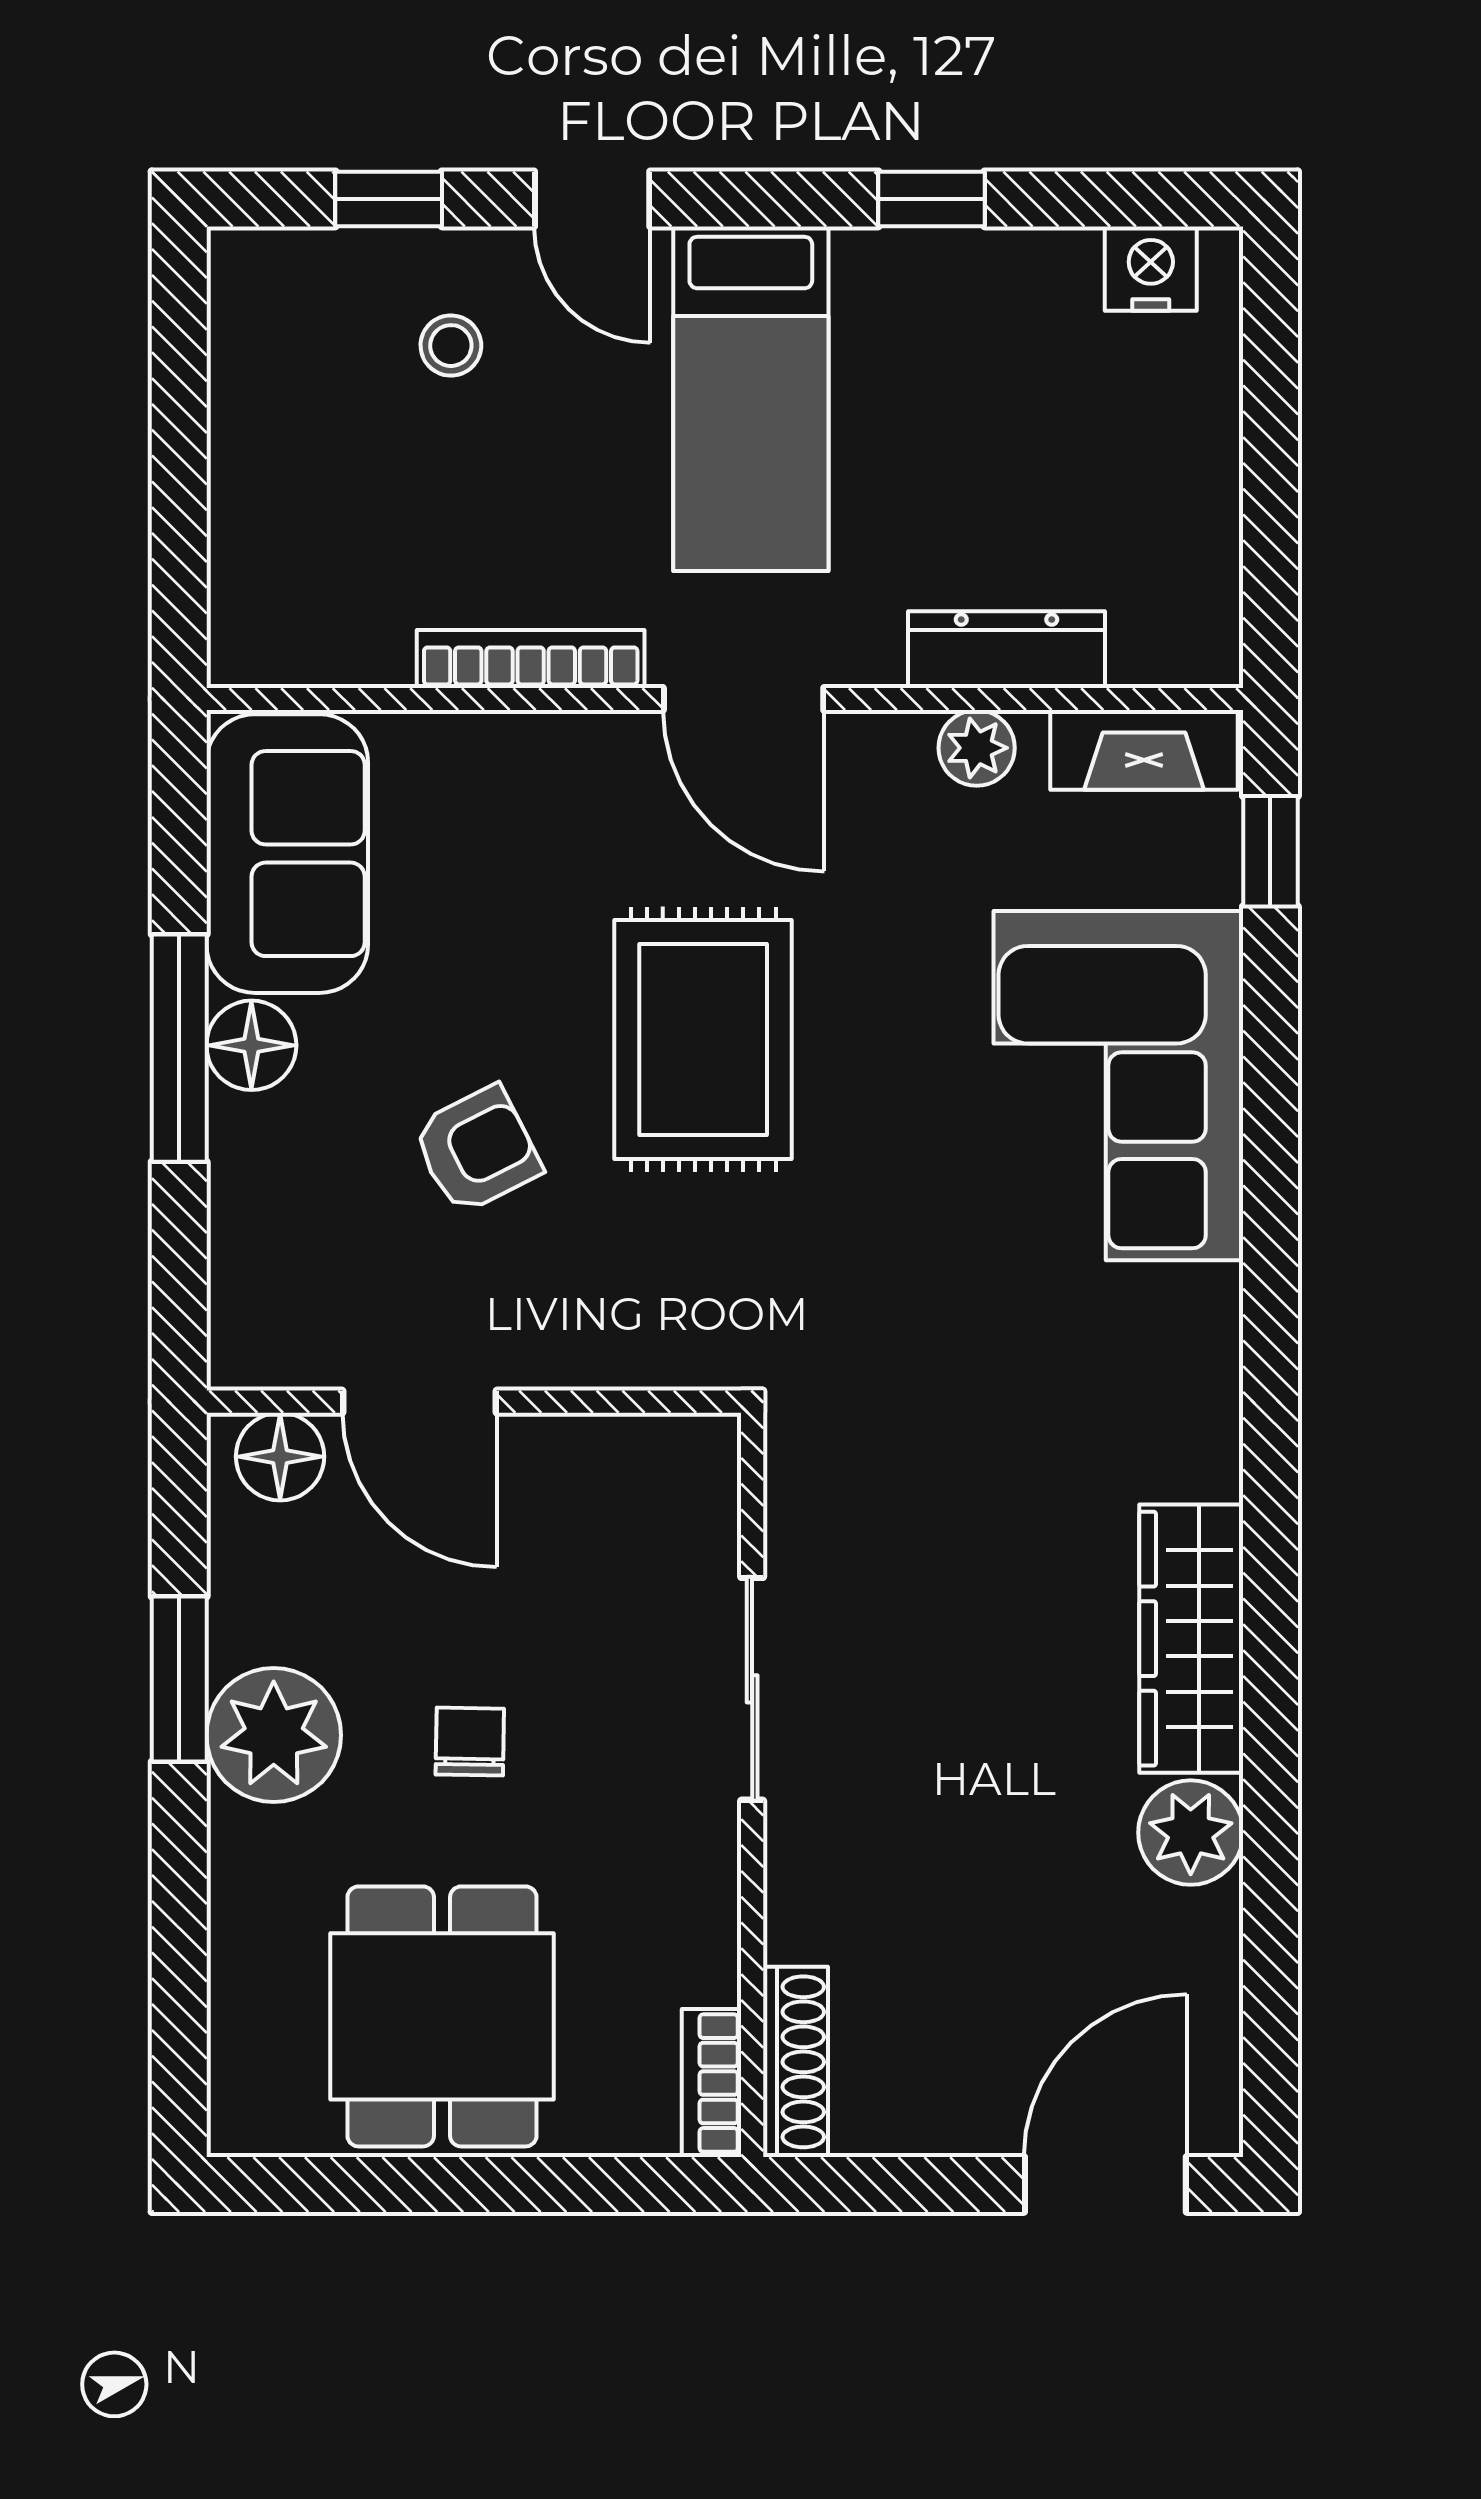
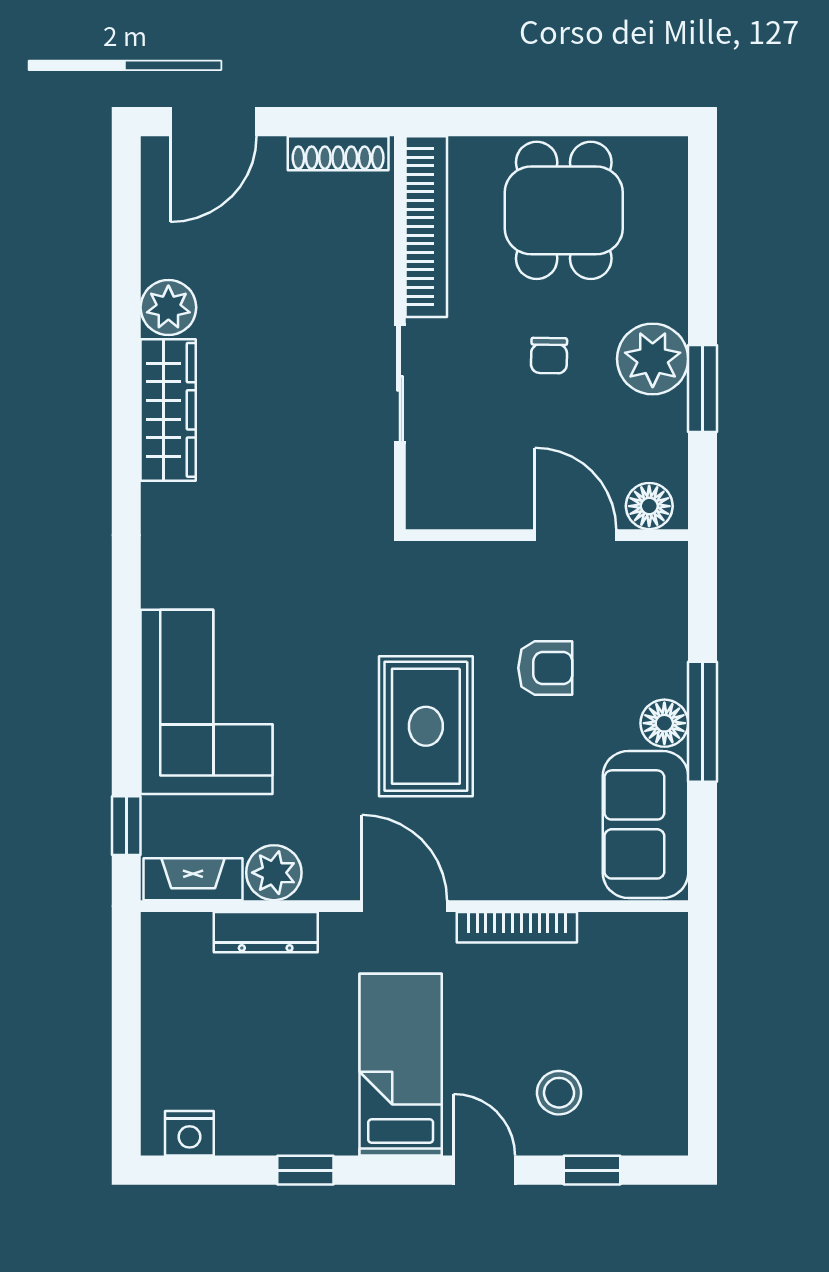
stool: (451, 346) -> (559, 1093), width x1.37, depth x1.37
plant: (977, 748) -> (274, 873), width x1.38, depth x1.38
armchair: (477, 1150) -> (545, 668), turned -153
shoe rack: (795, 2062) -> (338, 153), moved, turned -90
bookcase: (712, 2083) -> (426, 227), width x2.31, depth x1.31

